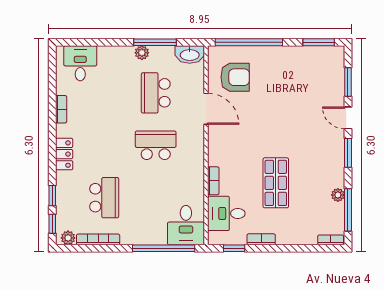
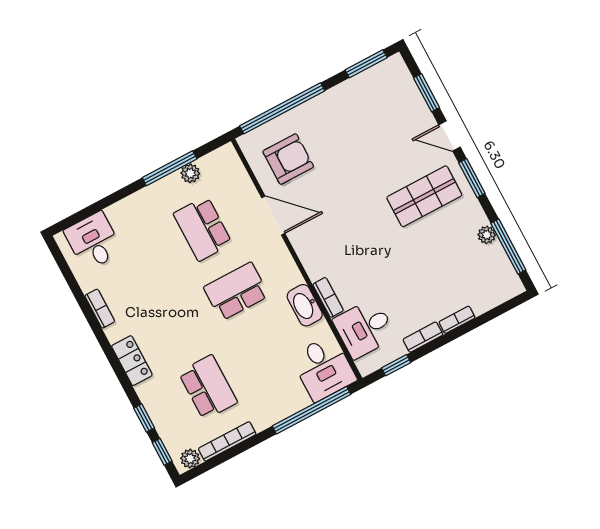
plant: (142, 53) -> (190, 173), moved
washbasin: (190, 54) -> (305, 305), moved, turned 90
shop shelf: (276, 183) -> (424, 196), moved, turned 90
bookcase: (331, 240) -> (457, 320), moved

